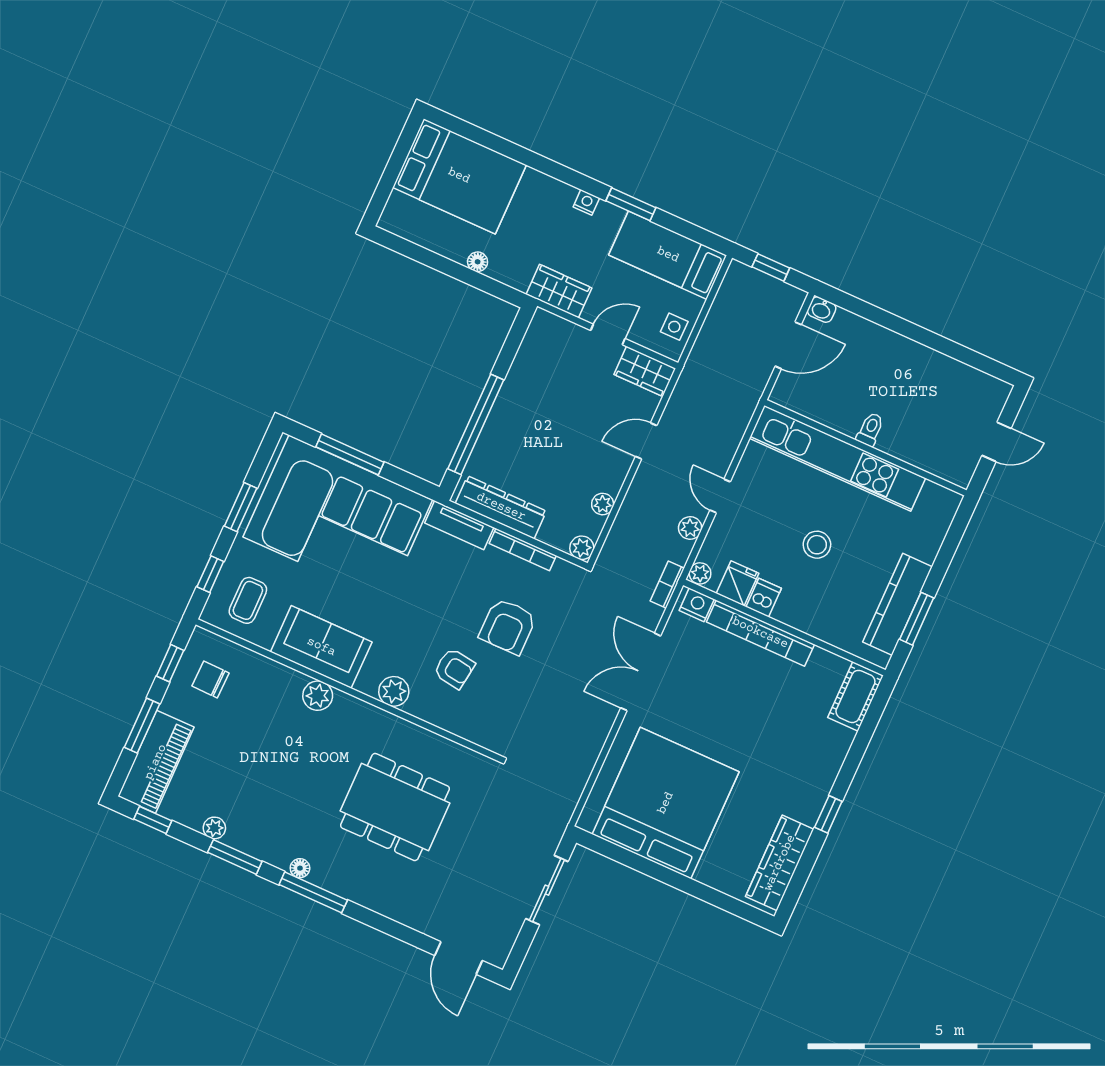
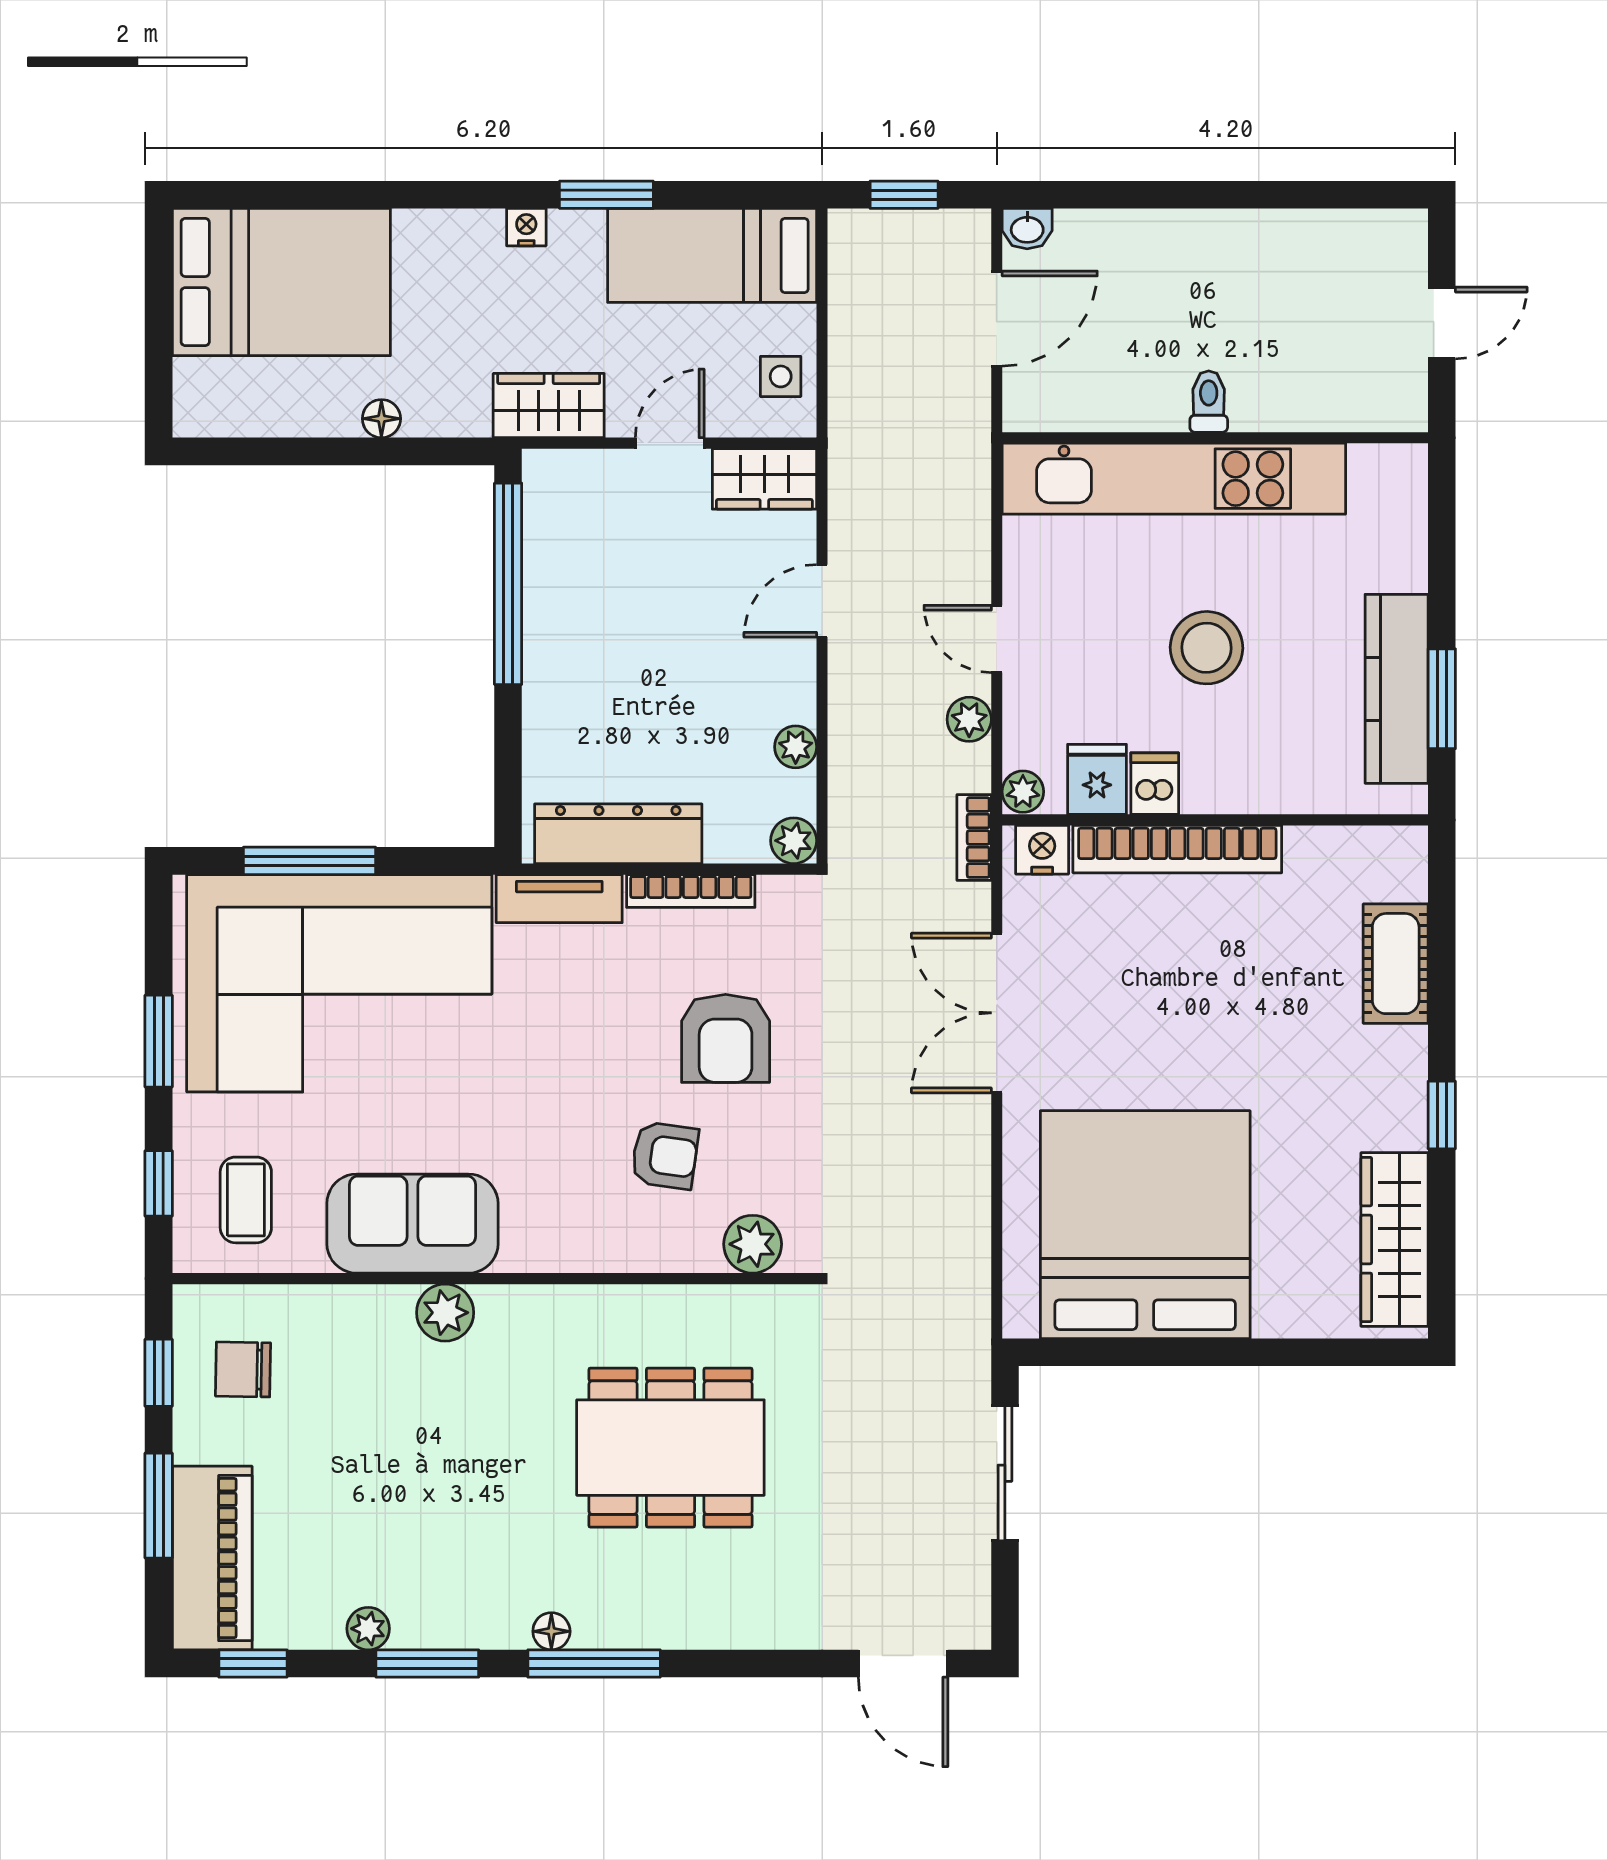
window: (476, 424) -> (508, 584), moved
stool: (817, 545) -> (1206, 648), width x1.38, depth x1.38
plant: (394, 691) -> (753, 1244), moved
cot: (855, 696) -> (1396, 964), moved

